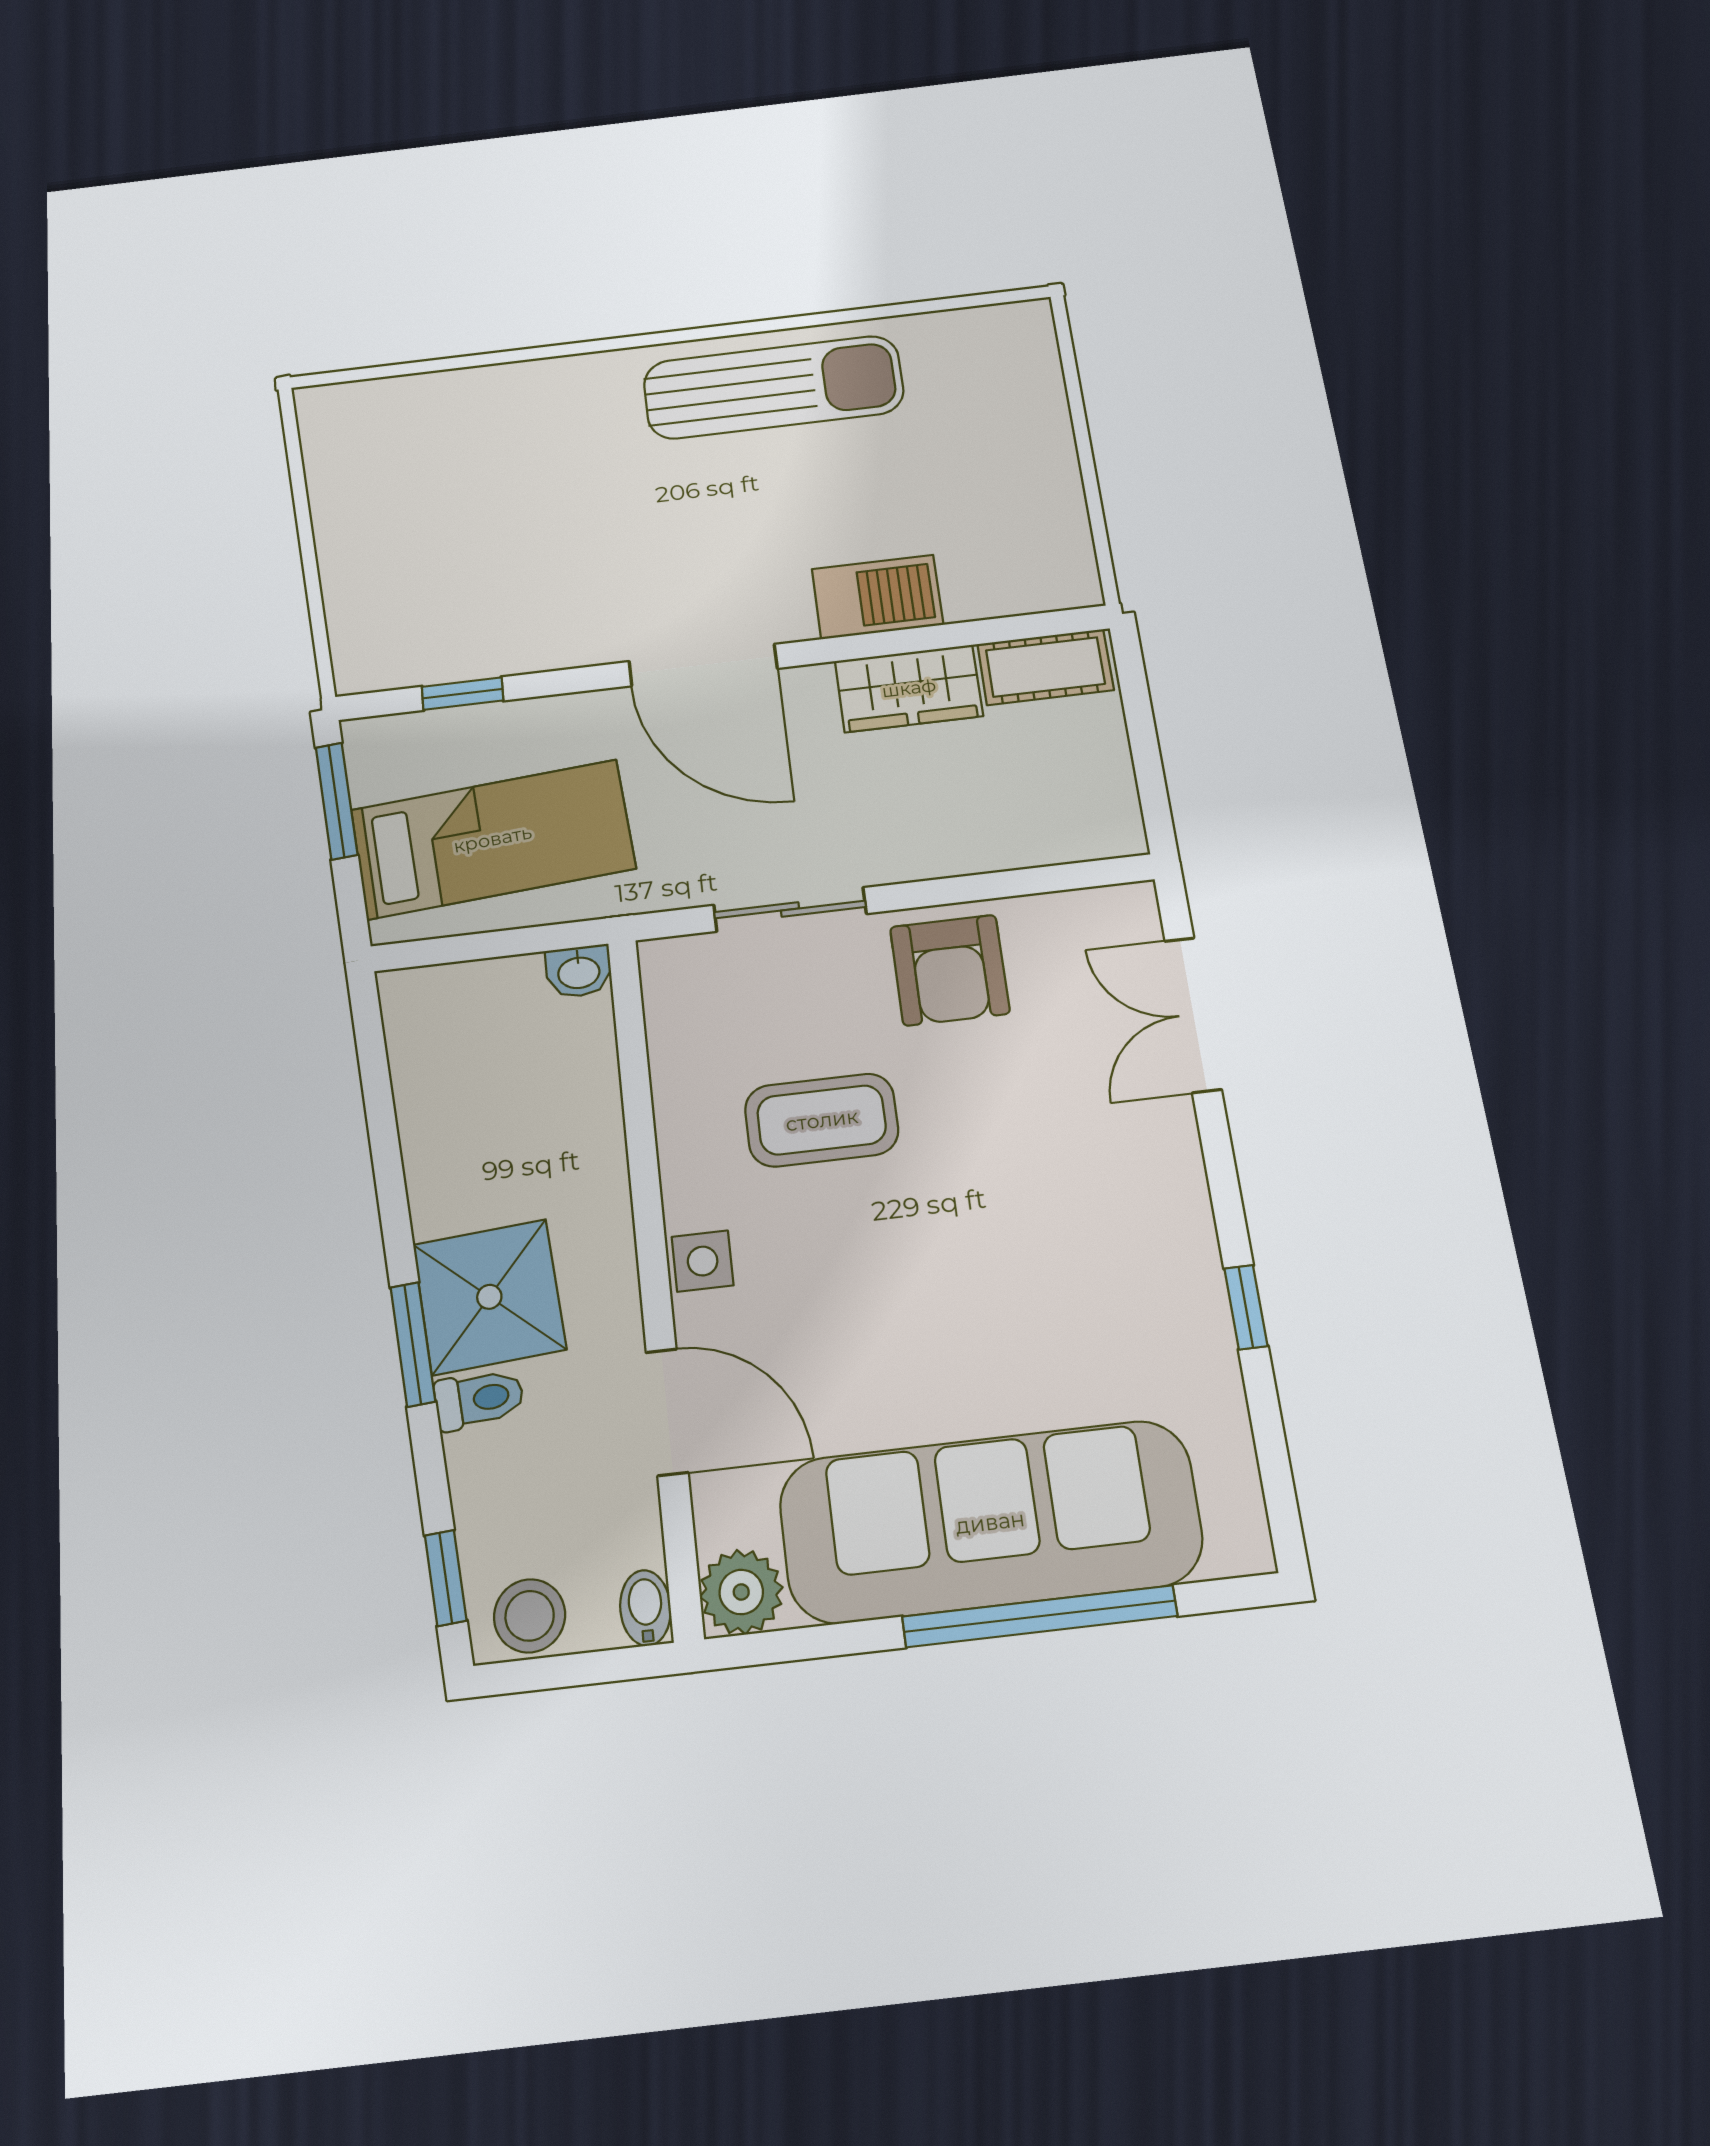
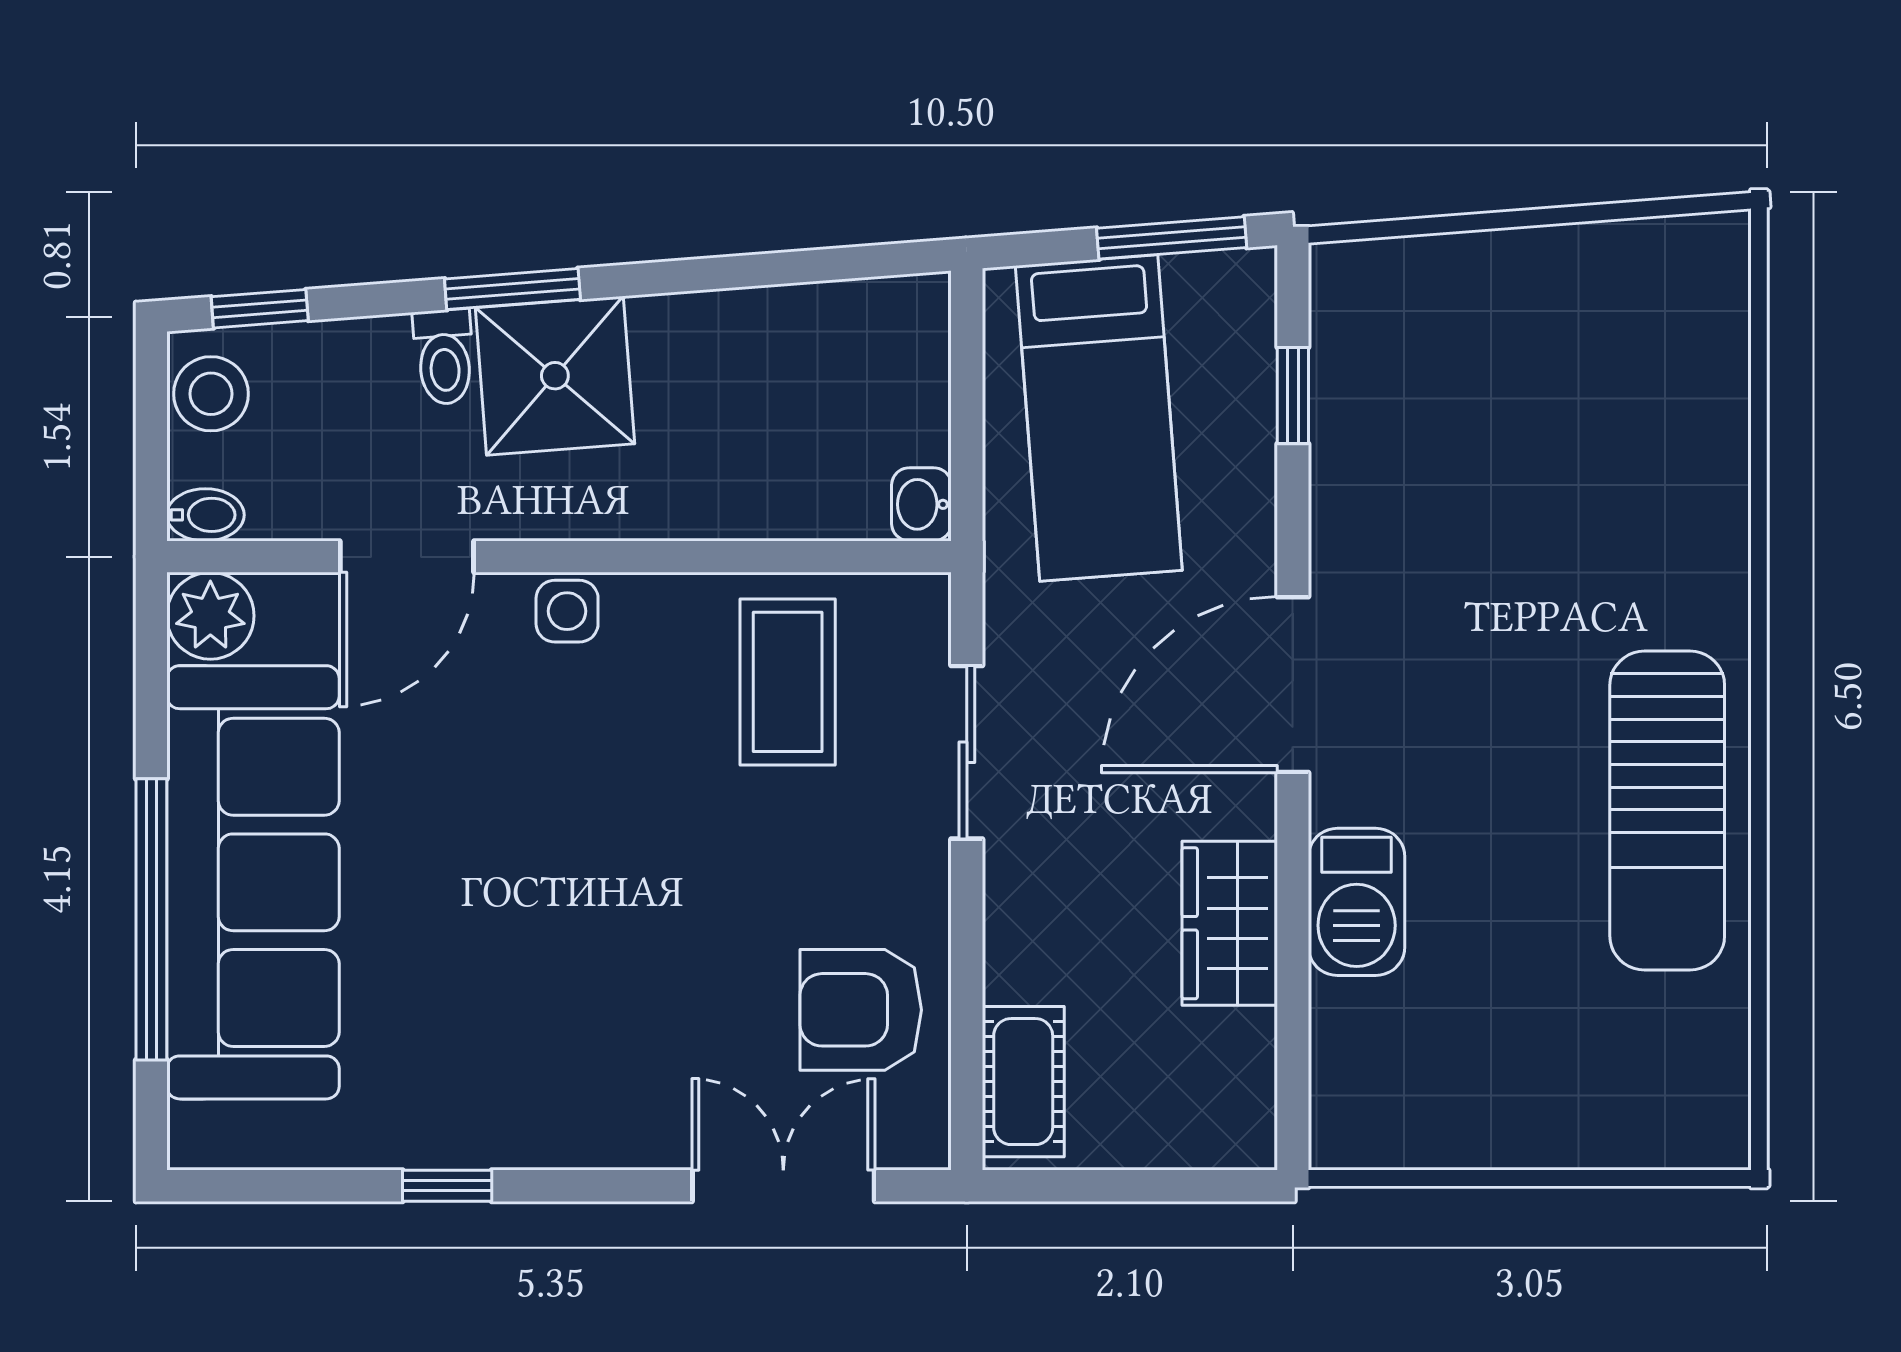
cot: (1045, 667) -> (1023, 1082), moved
armchair: (950, 970) -> (861, 1010), moved
coffee table: (822, 1120) -> (788, 682), moved

